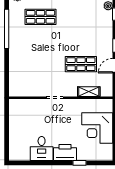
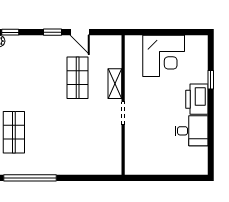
shelving: (89, 92) -> (115, 84), moved

